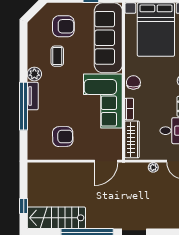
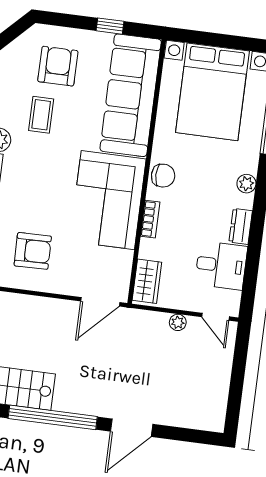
armchair: (63, 26) -> (58, 66), turned -90
chair: (133, 82) -> (163, 176), turned 90
wardrobe: (132, 139) -> (147, 281), width x0.67

